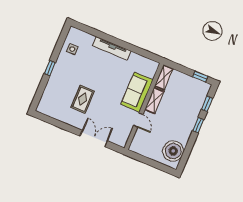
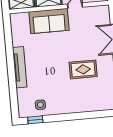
window: (50, 68) -> (35, 120), moved

